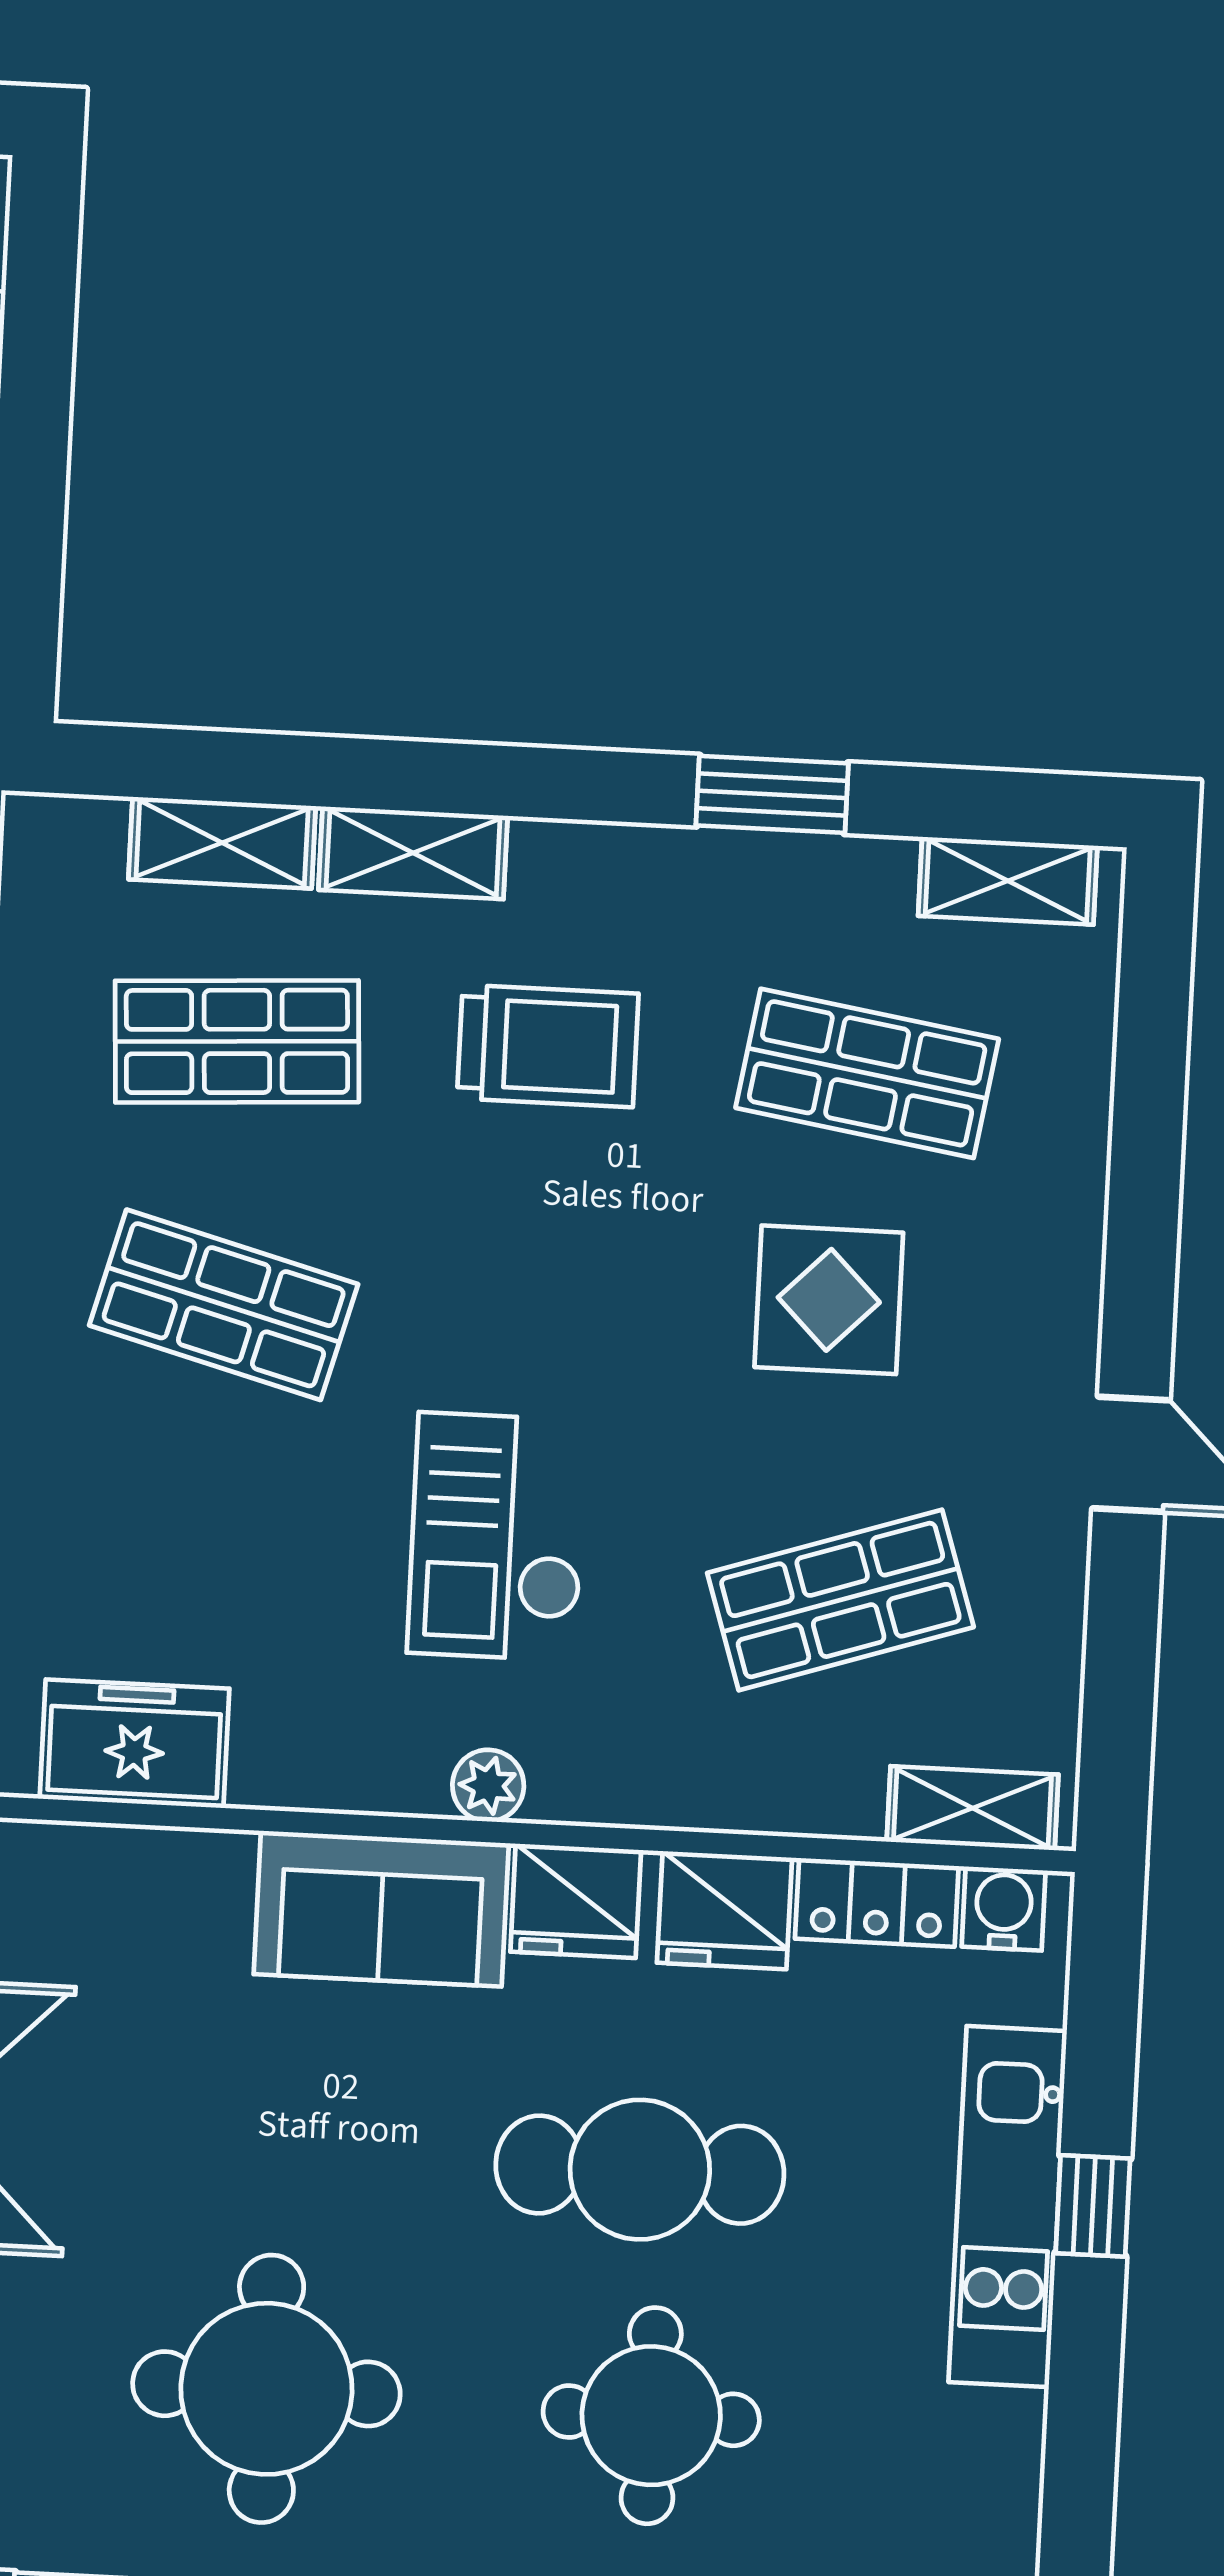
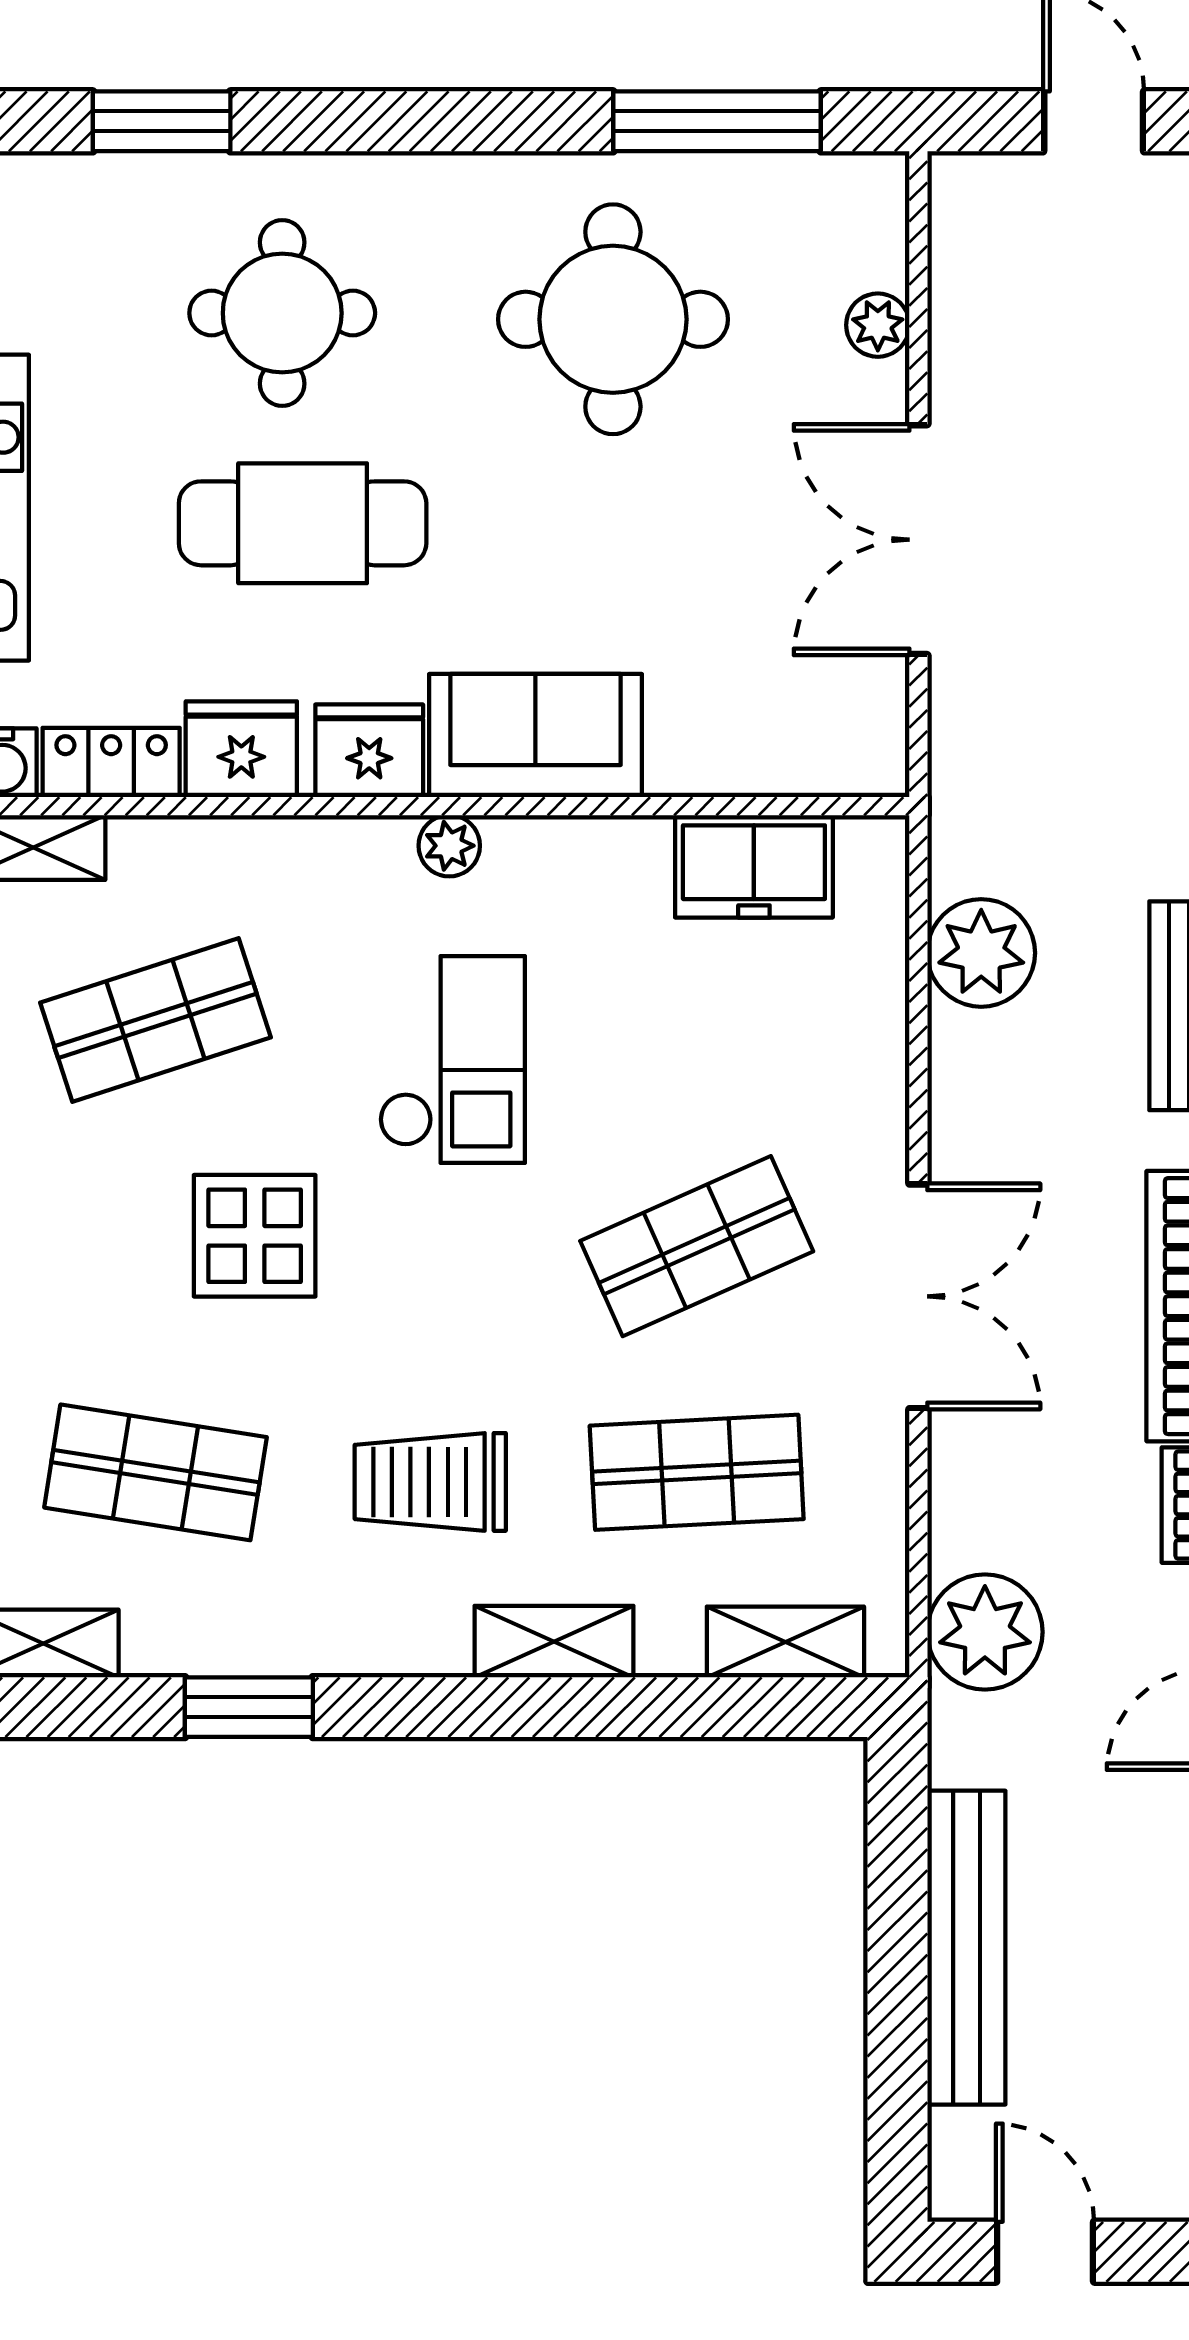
shelving: (222, 843) -> (785, 1642), moved
display table: (829, 1300) -> (255, 1236), moved
shop shelf: (224, 1305) -> (697, 1246), turned -39

